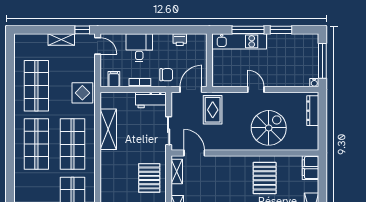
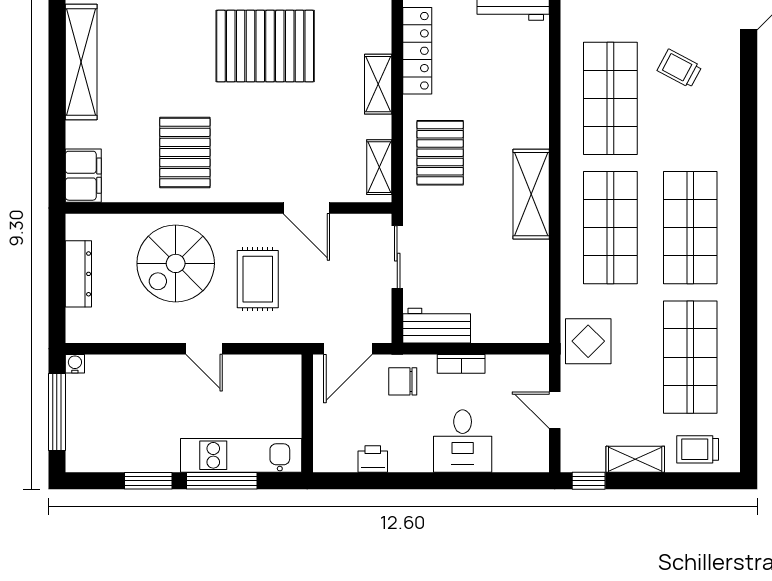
trolley: (33, 44) -> (698, 449), added
door: (98, 46) -> (555, 410), moved
filing cabinet: (114, 79) -> (519, 371), removed
rug: (213, 110) -> (258, 279), moved
dresser: (313, 111) -> (78, 274), moved
shelving: (108, 129) -> (531, 194), moved
door: (194, 153) -> (306, 208), moved

